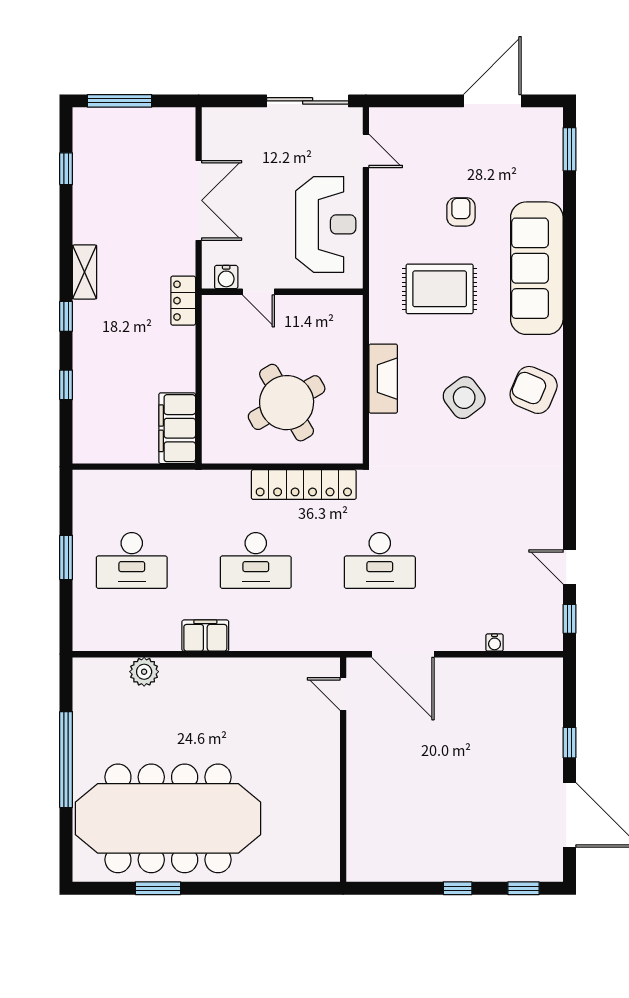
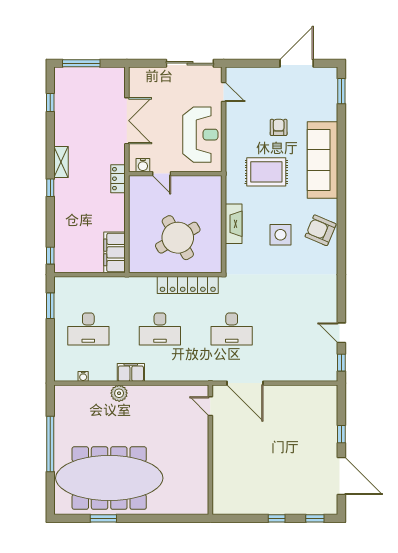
window: (66, 385) -> (50, 256), moved
side table: (464, 398) -> (280, 235), turned 37
window: (66, 557) -> (50, 306), moved
water cooler: (495, 643) -> (83, 376), moved
plant: (144, 672) -> (119, 393), moved

